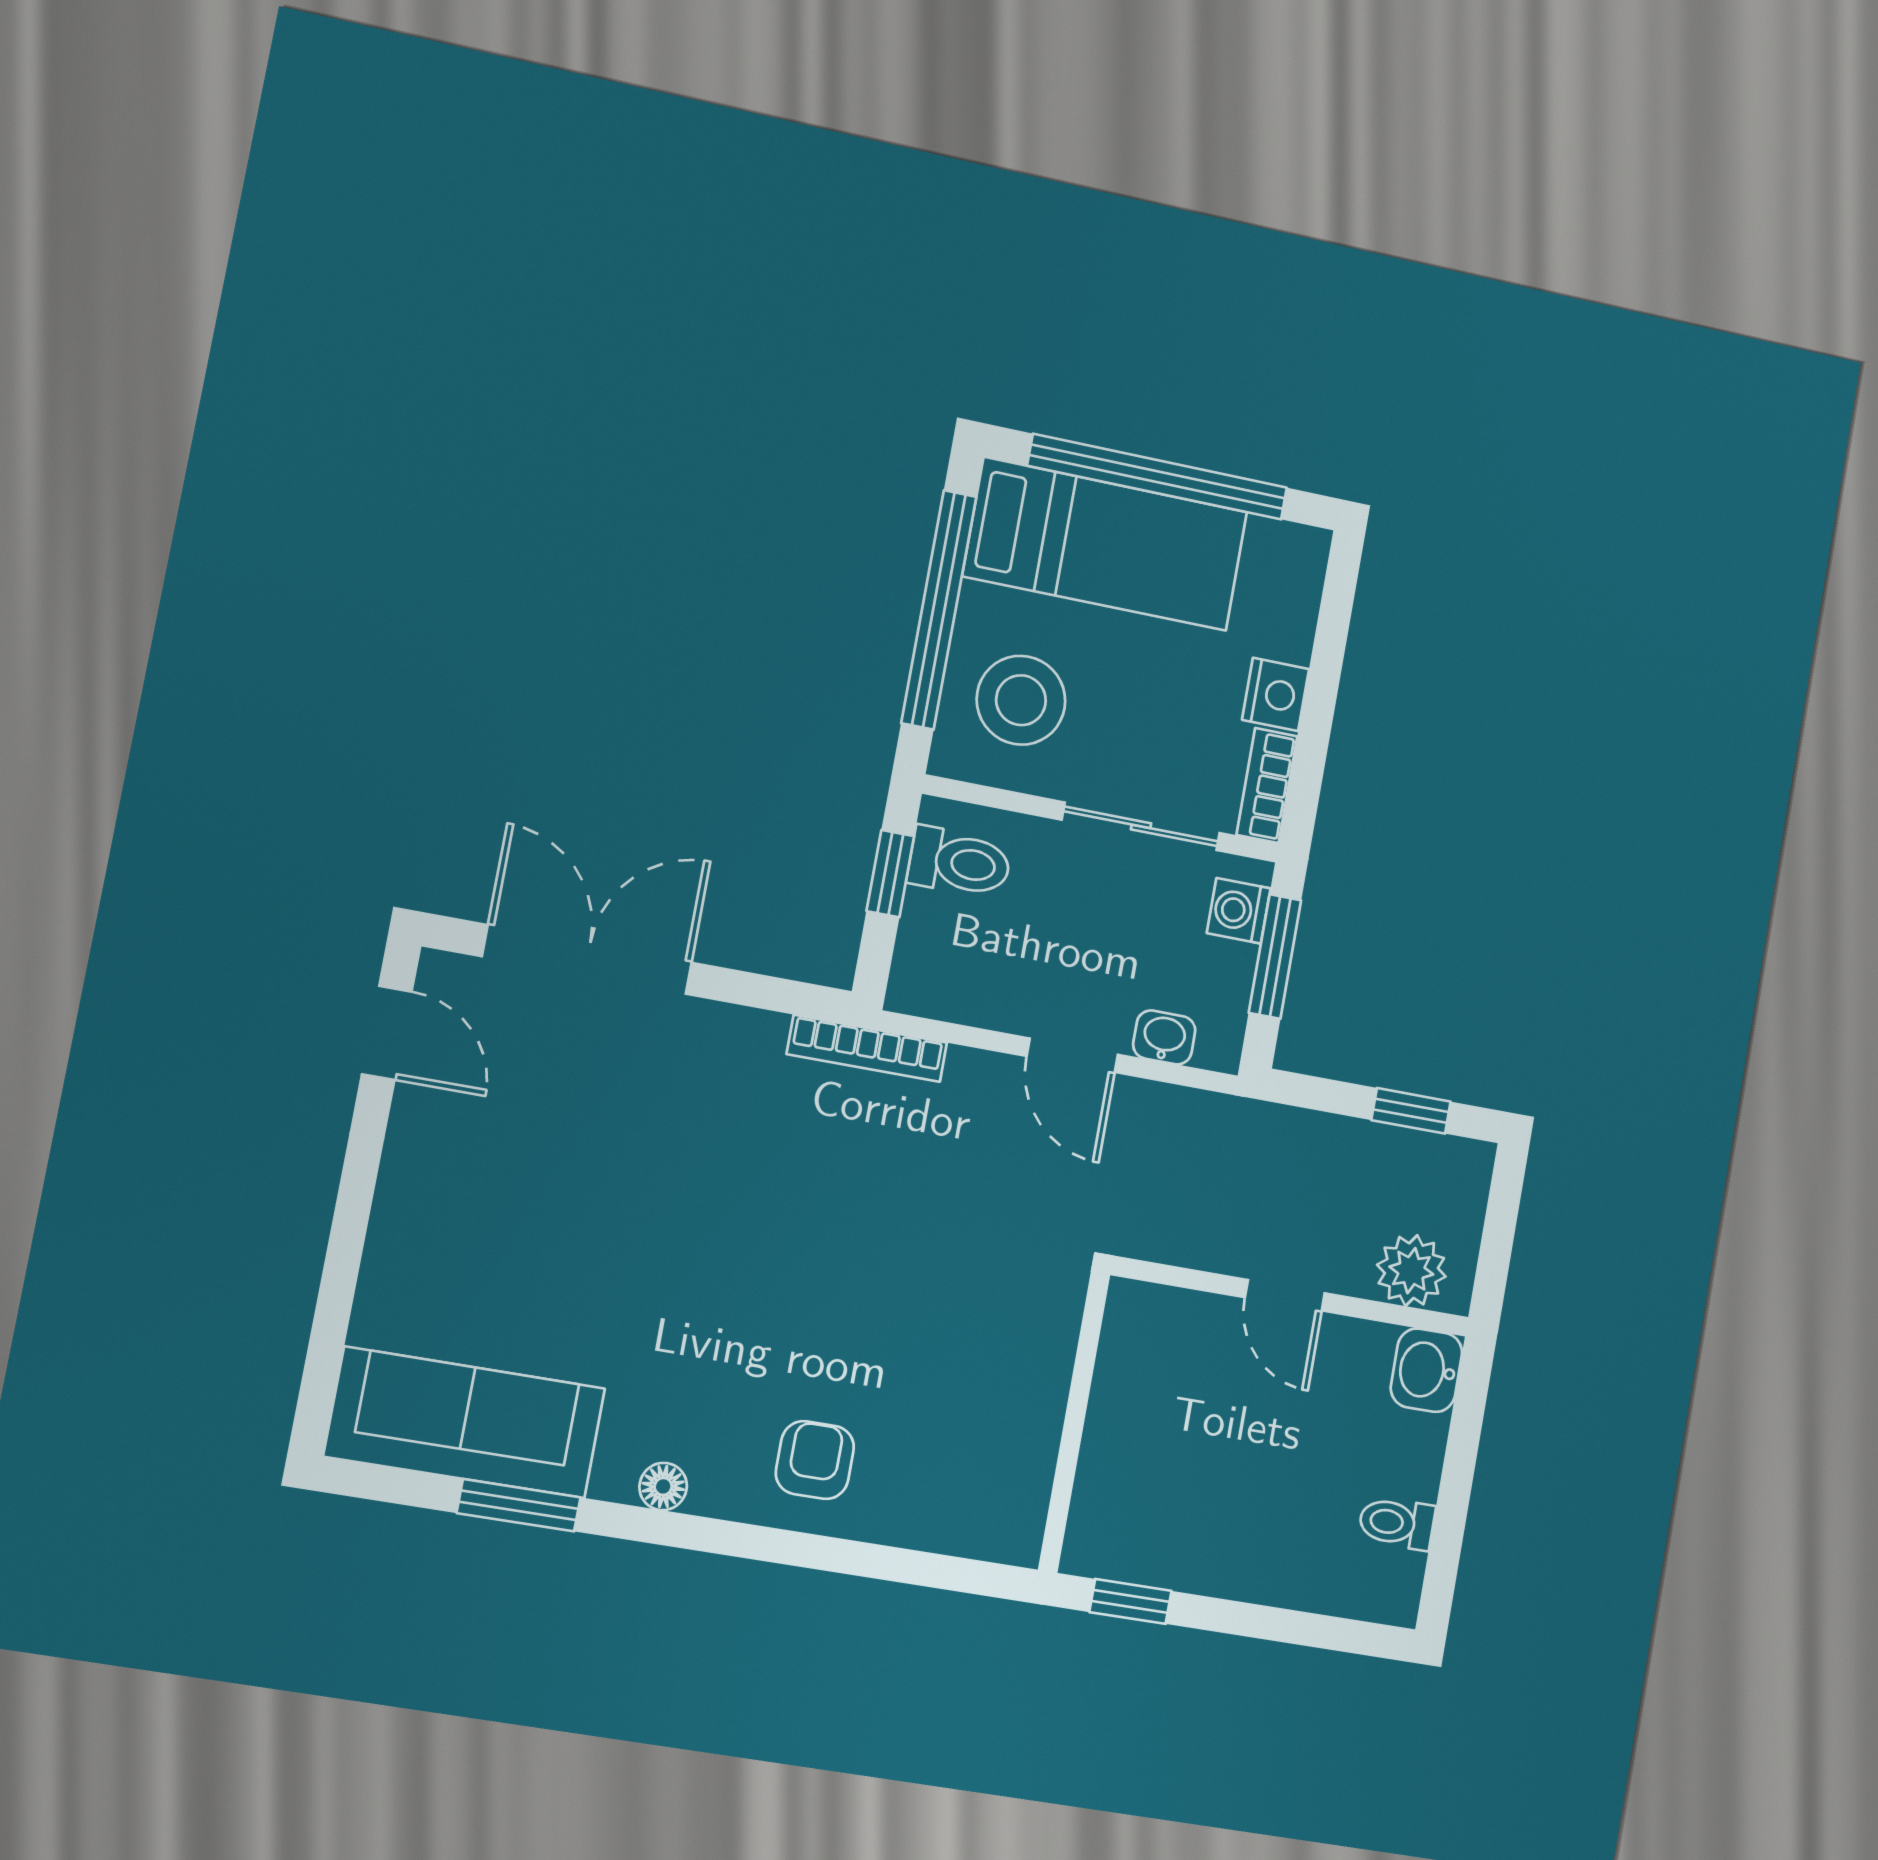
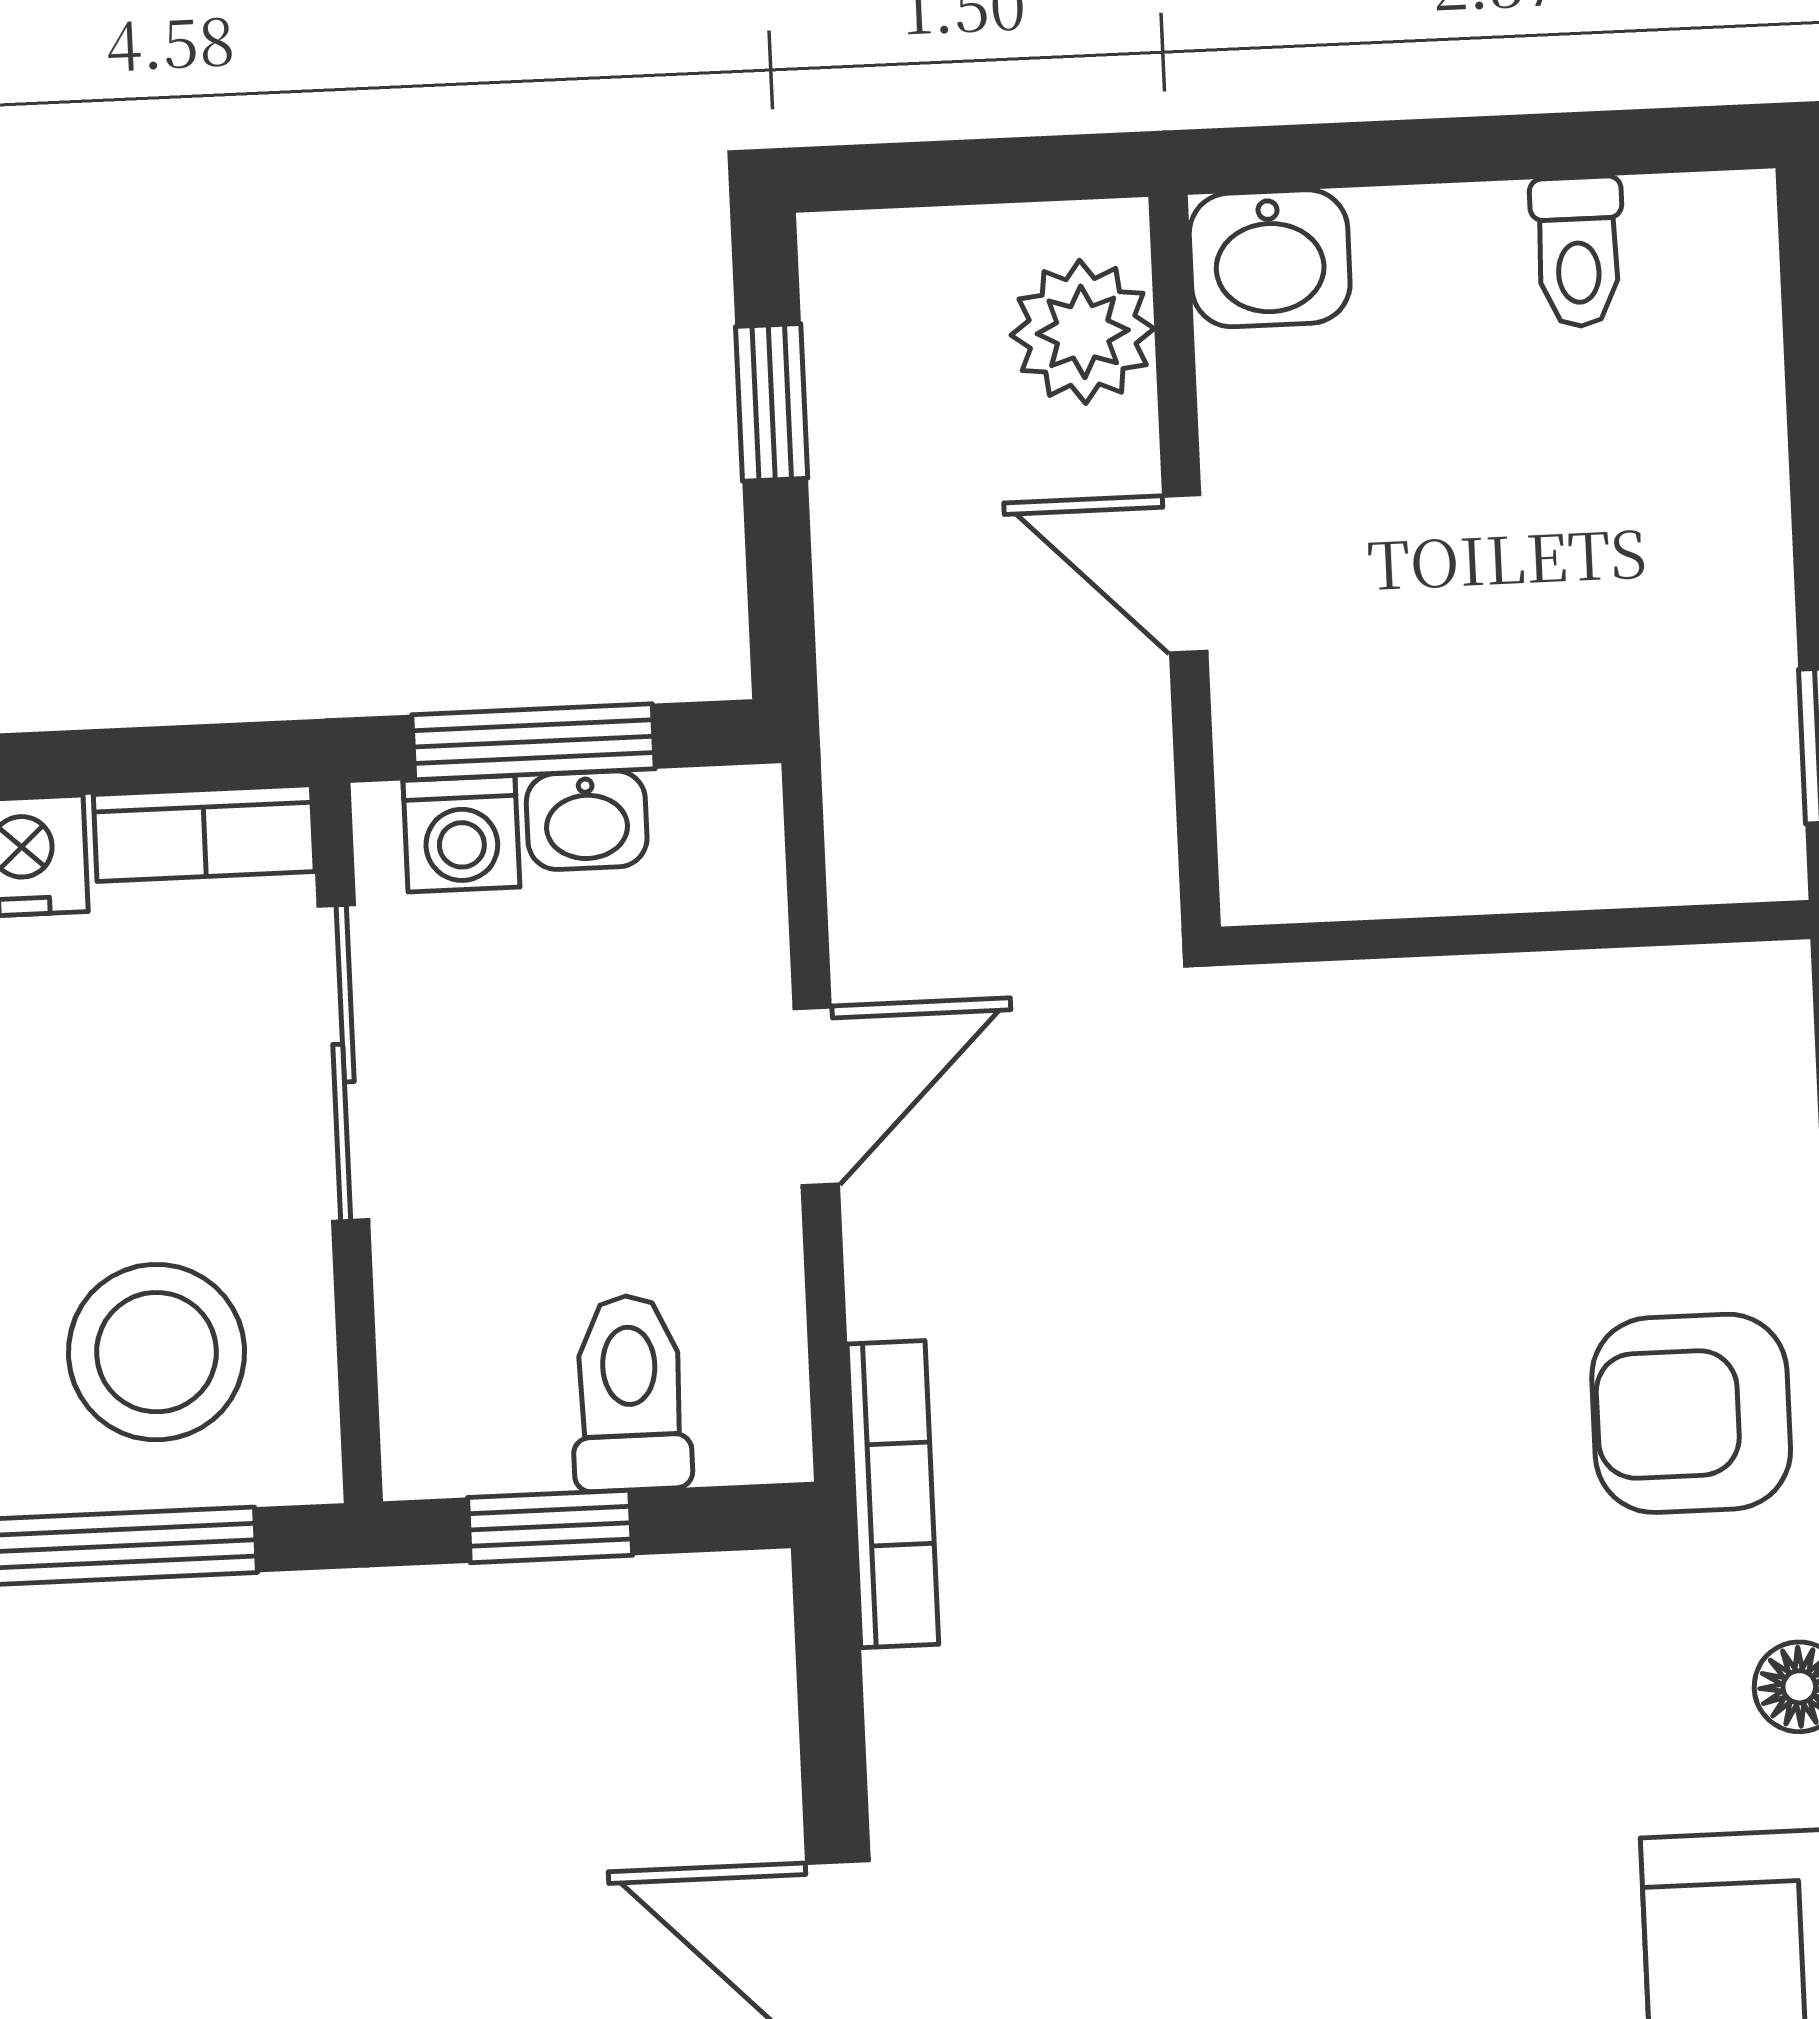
toilet: (960, 862) -> (630, 1393), moved
washbasin: (1164, 1037) -> (587, 820), moved, turned -90
door: (1285, 1295) -> (1185, 574), swing flipped
armchair: (815, 1460) -> (1691, 1413), width x1.38, depth x1.38

